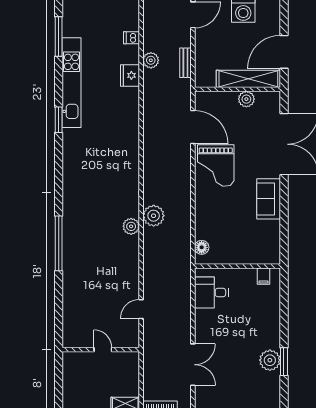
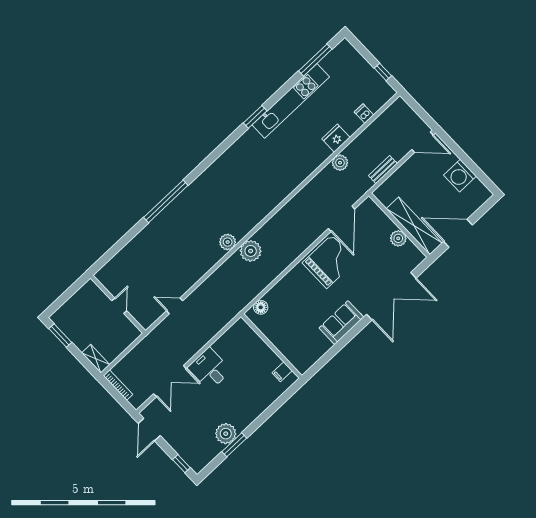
plant: (151, 60) -> (340, 163), moved
grand piano: (216, 166) -> (329, 262), turned 180
desk: (211, 292) -> (209, 369), moved

